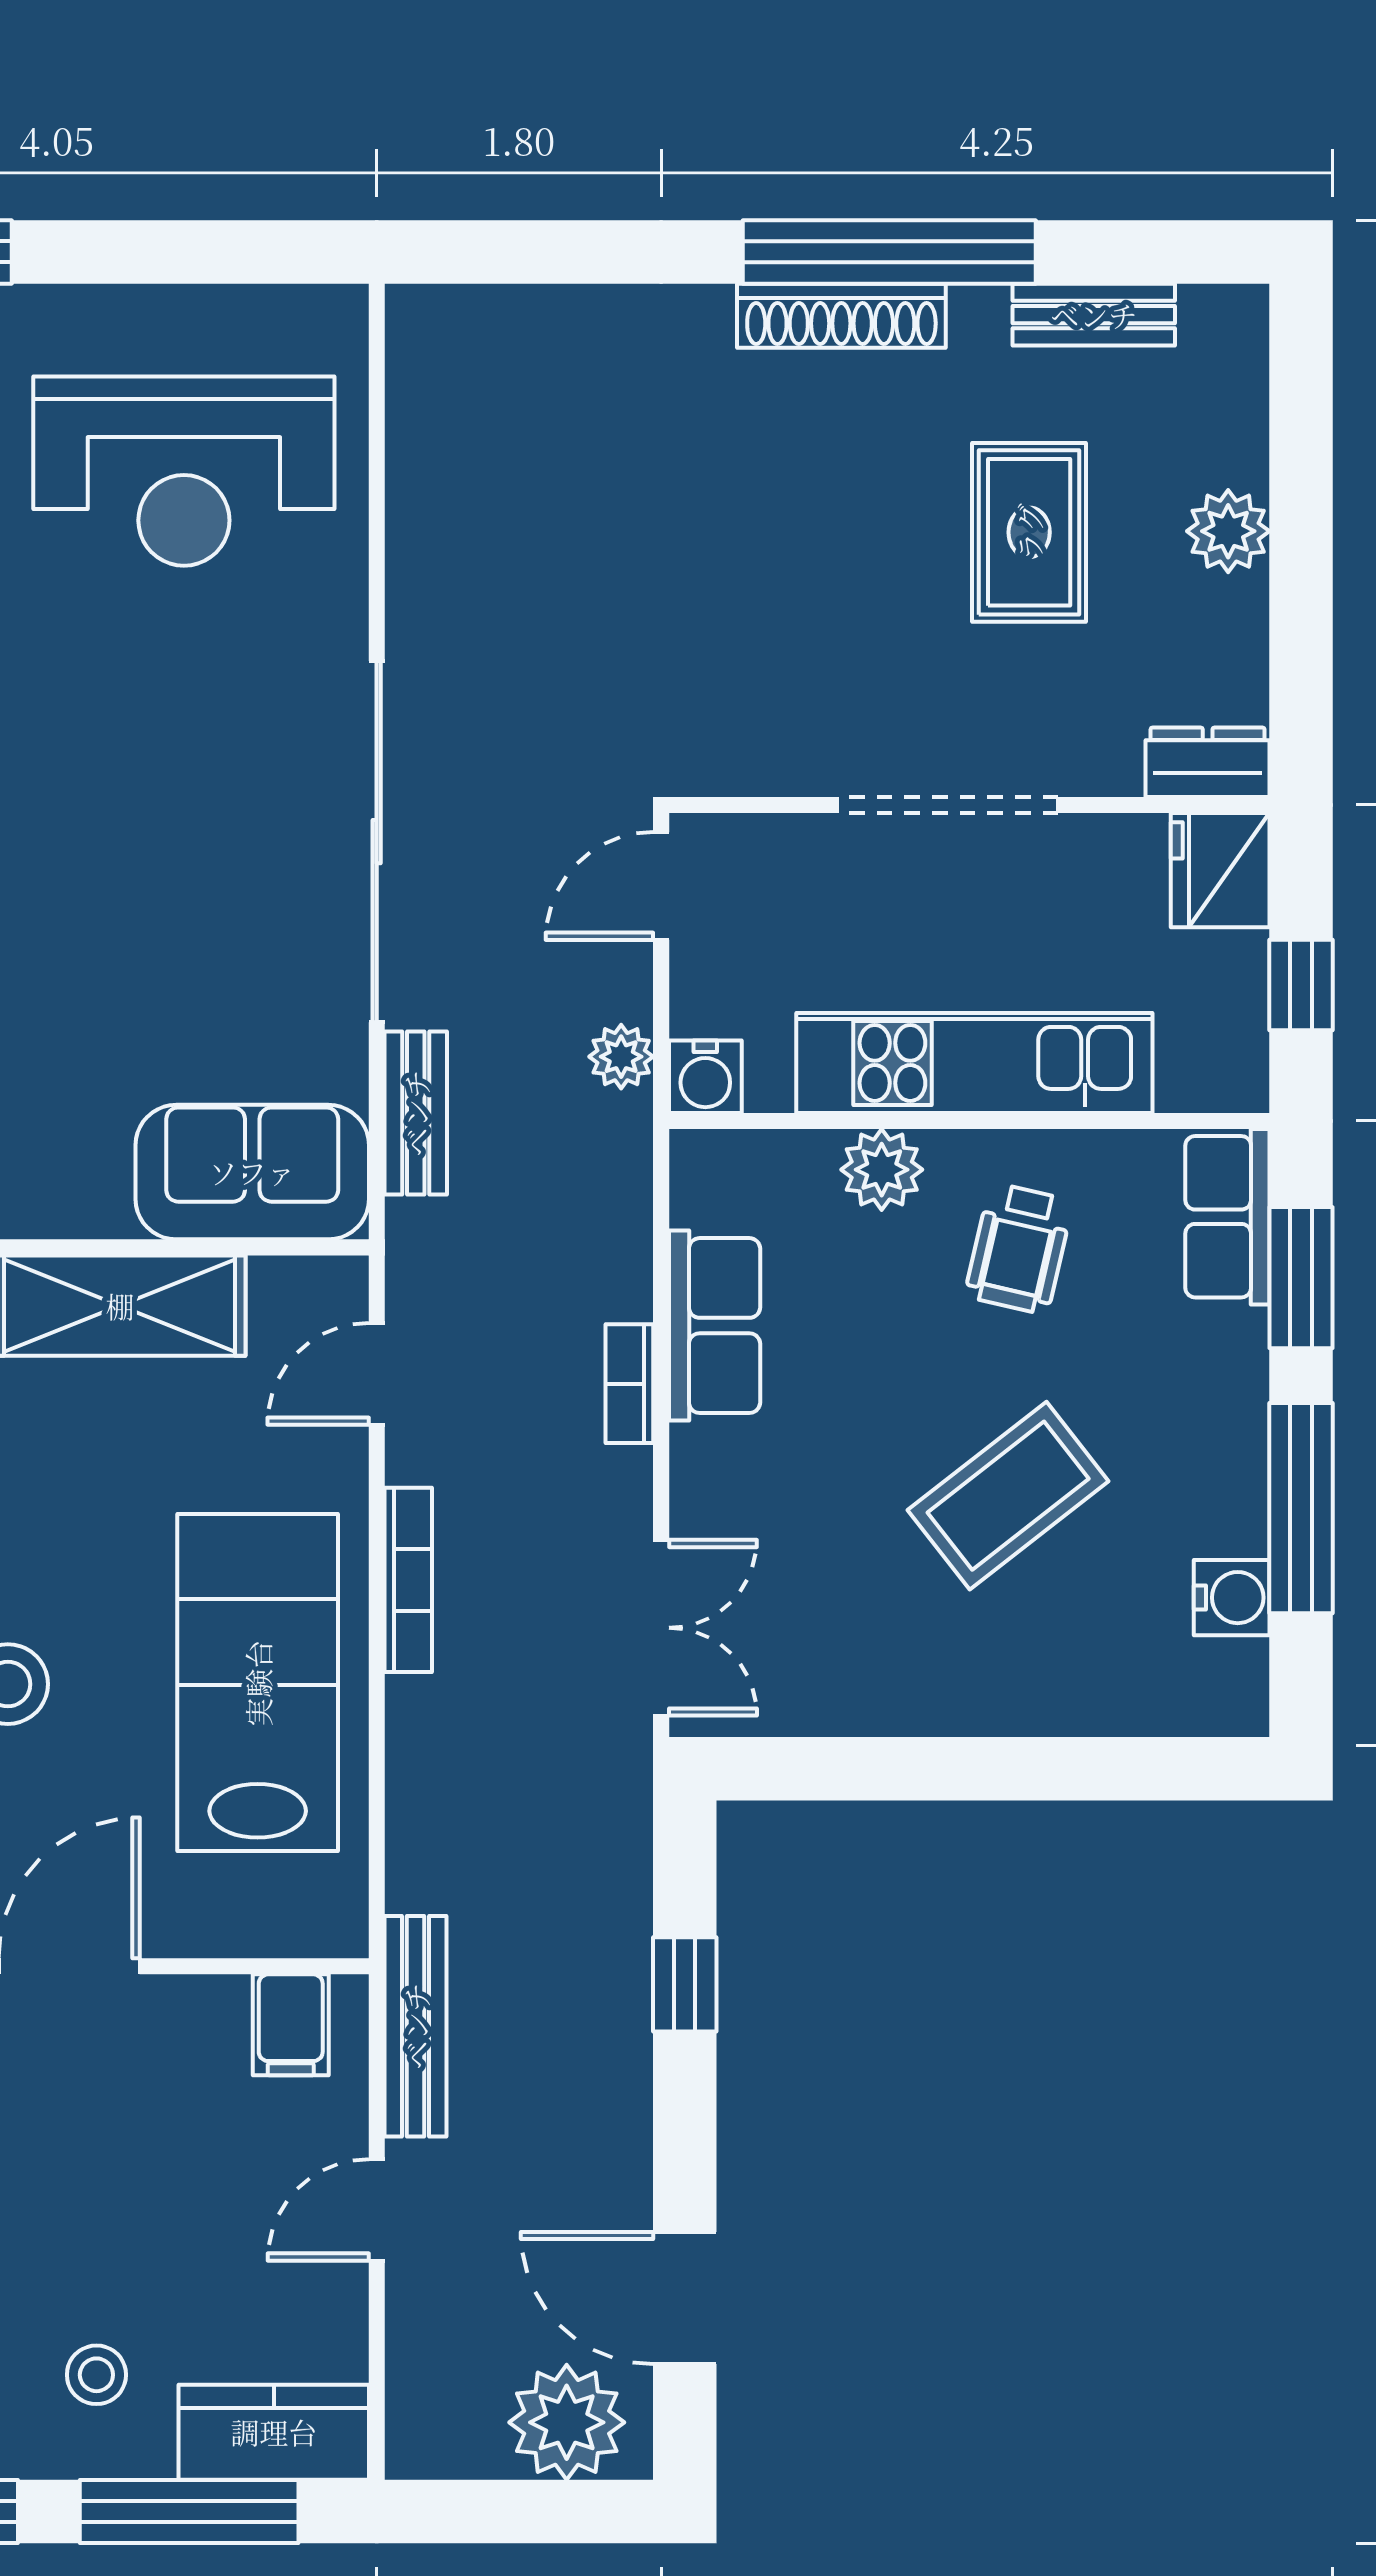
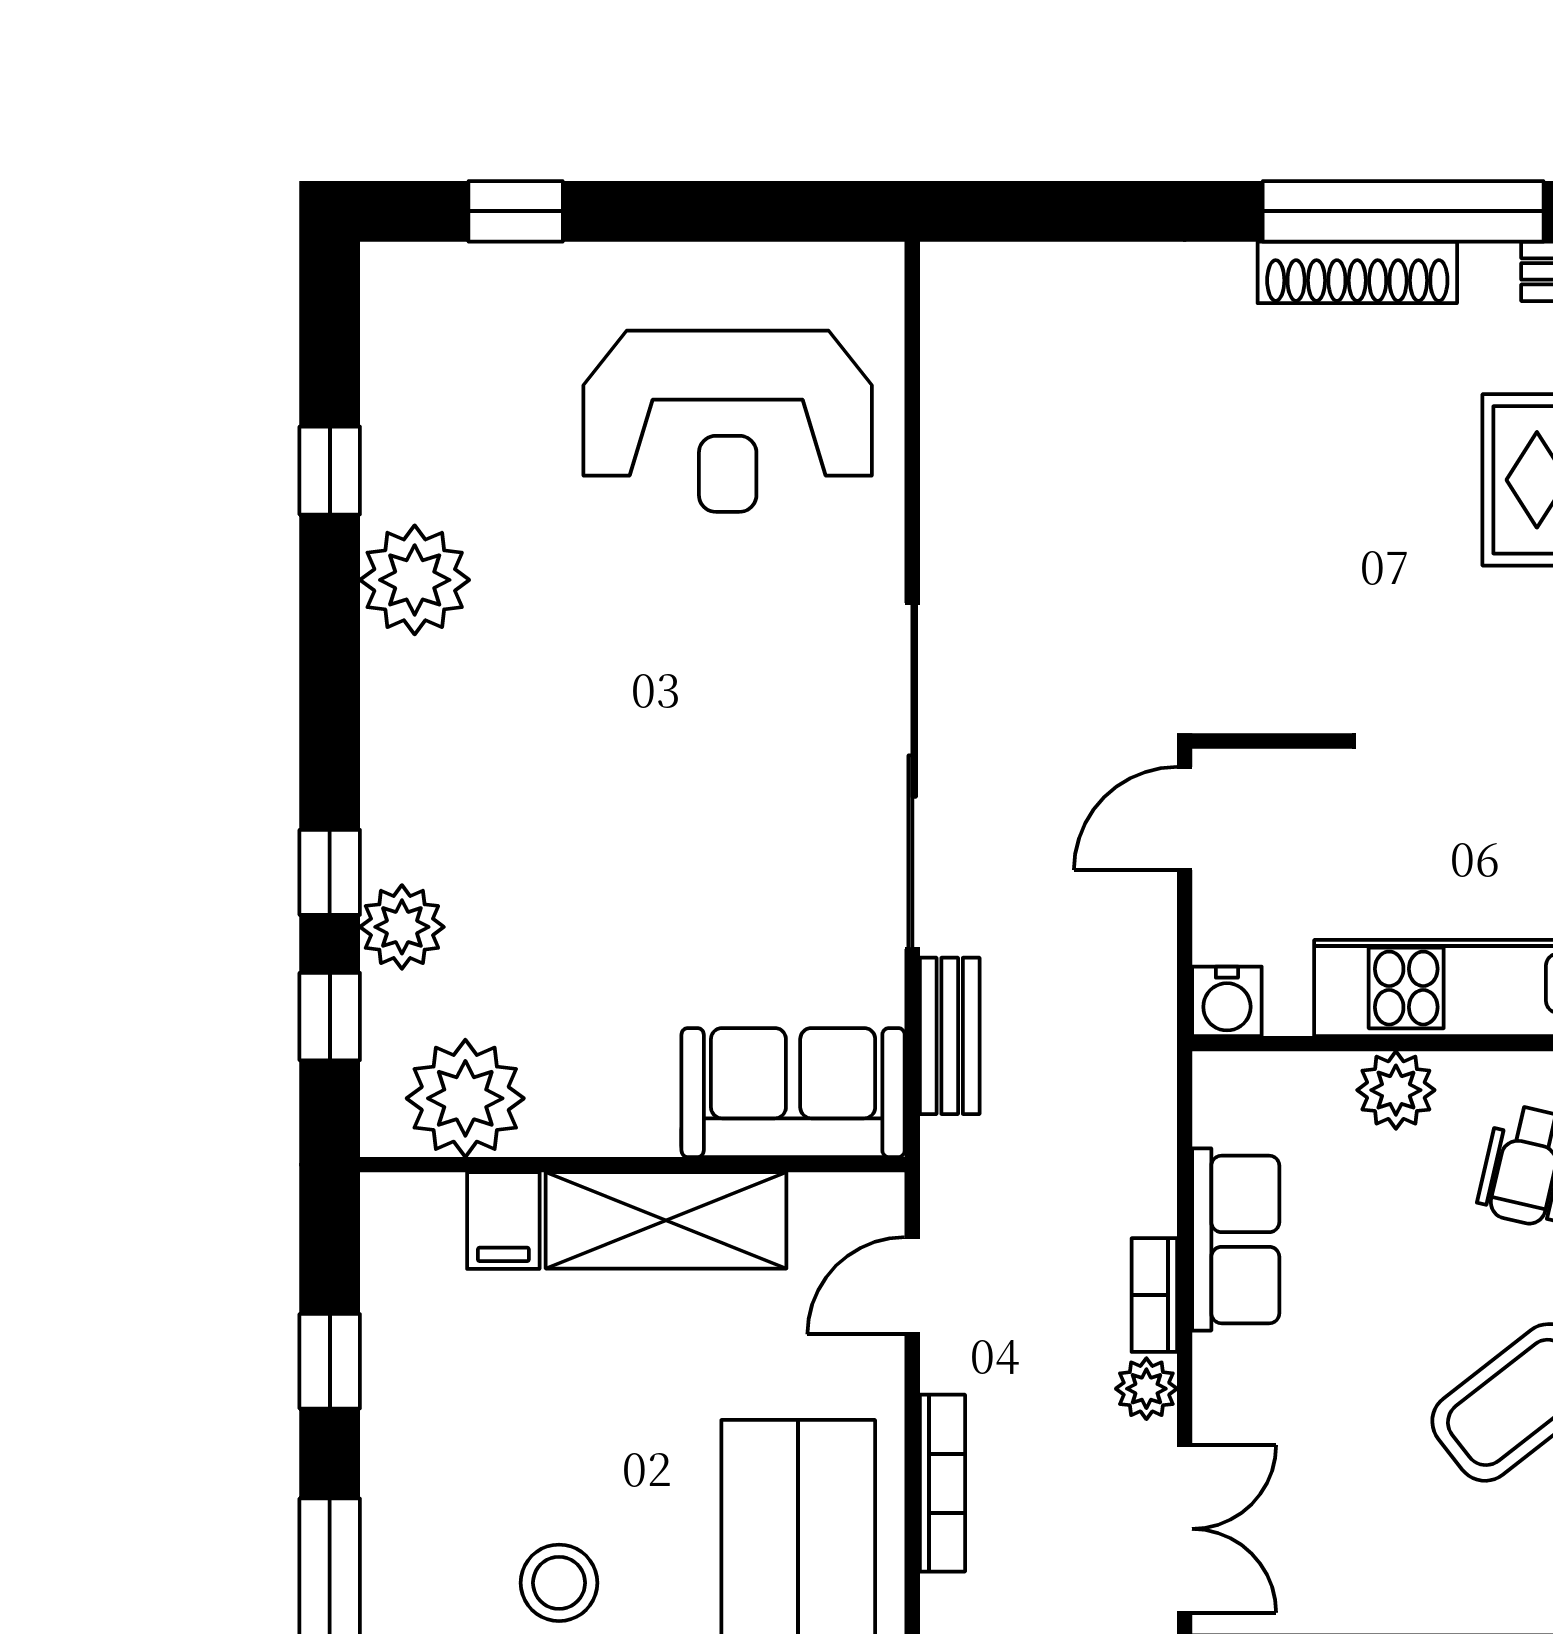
plant: (621, 1057) -> (1146, 1389), moved

